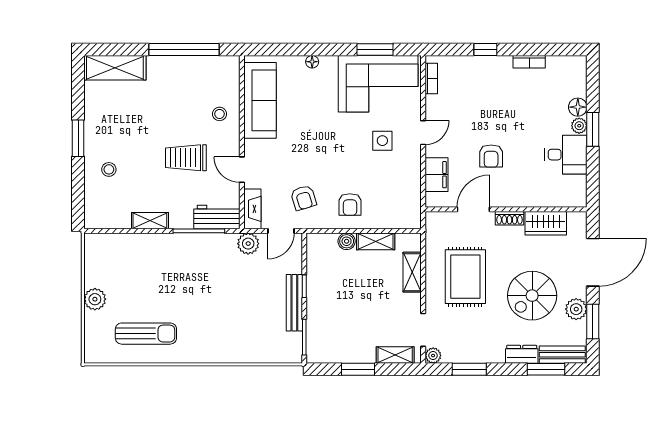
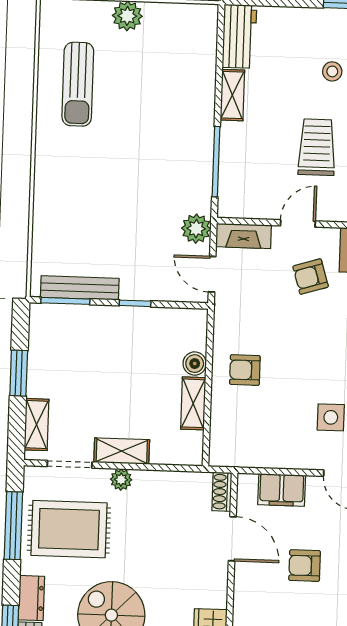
stool: (109, 169) -> (332, 71), moved
armchair: (304, 198) -> (311, 277), moved
workbench: (217, 217) -> (239, 36), moved
shoe rack: (509, 218) -> (222, 492), moved
shelving: (412, 272) -> (122, 451), moved
rug: (465, 277) -> (69, 529), moved
bench: (294, 303) -> (80, 288), moved
plant: (433, 356) -> (121, 480), moved
window: (469, 369) -> (13, 526), width x1.44

